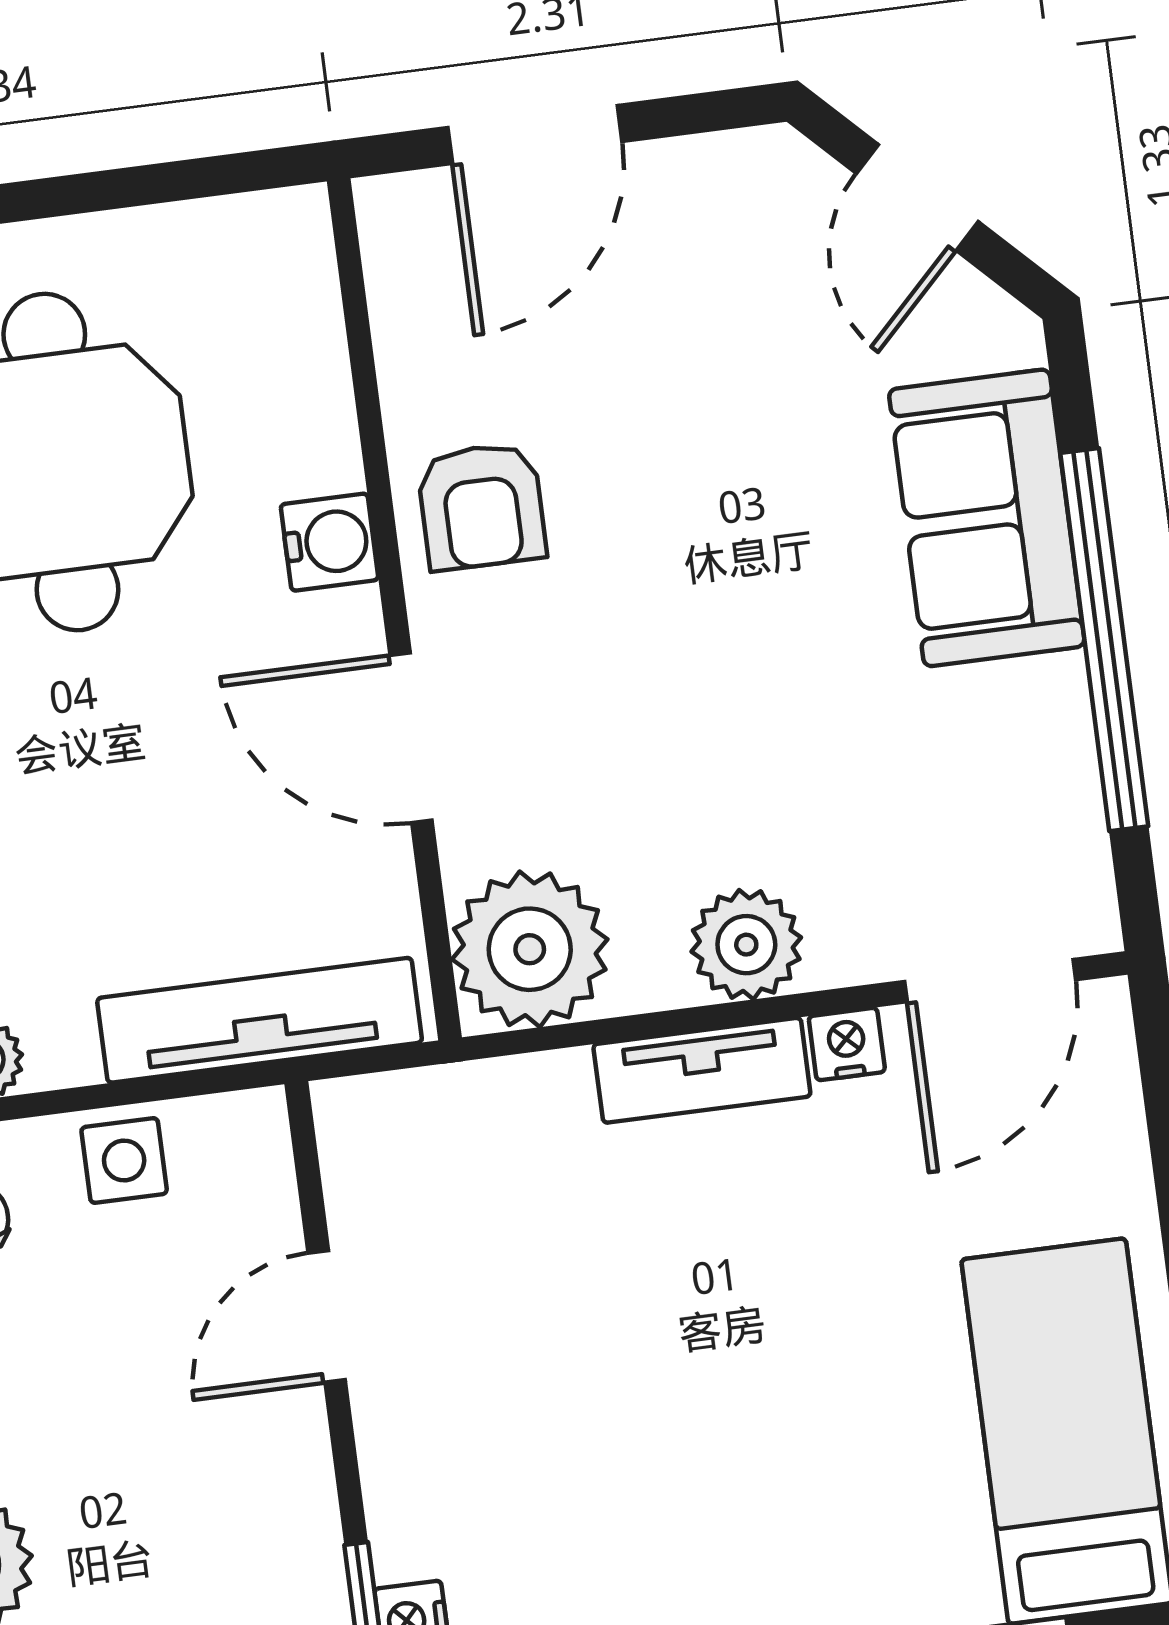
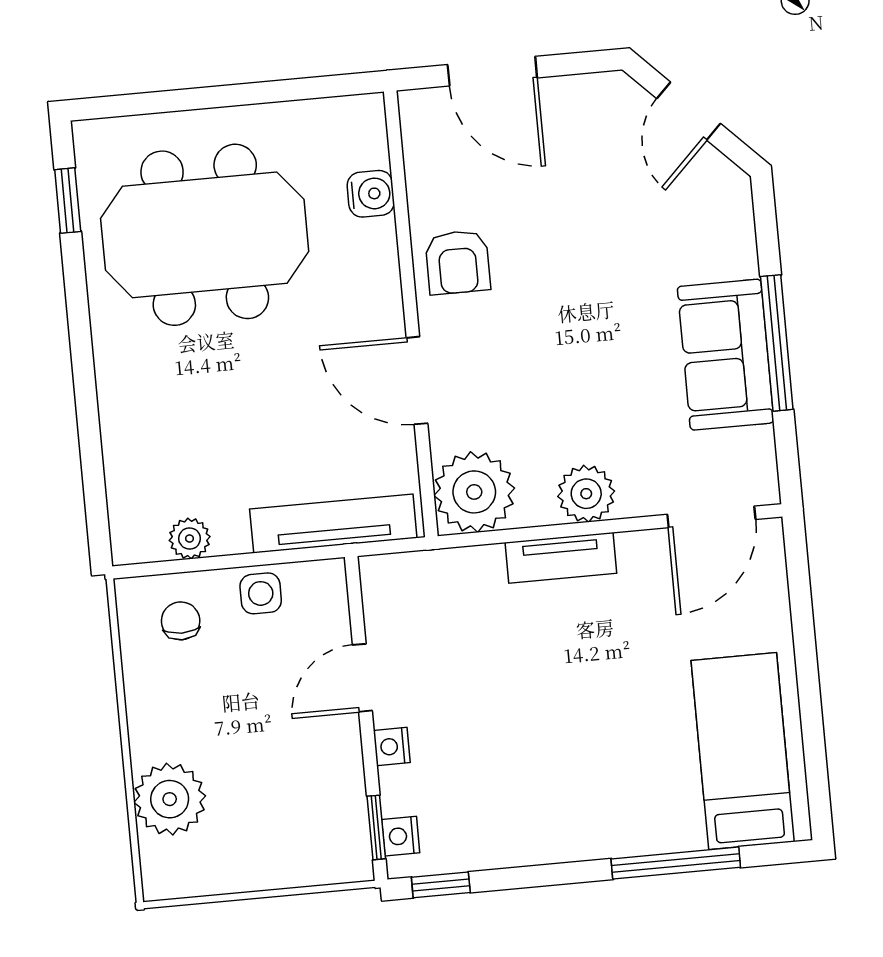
door: (535, 134) -> (492, 71), hinge flipped
sofa: (987, 518) -> (726, 355), moved
water cooler: (329, 542) -> (371, 194), moved
window: (1104, 640) -> (777, 343), width x0.68
nightstand: (847, 1044) -> (392, 746), moved, turned -90

